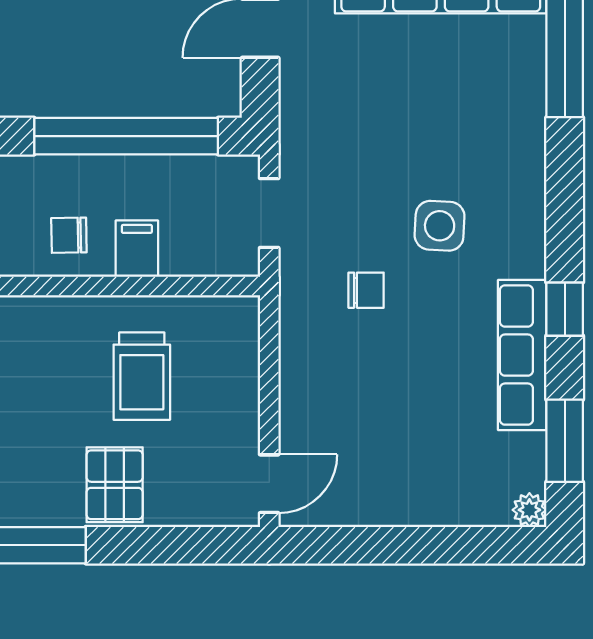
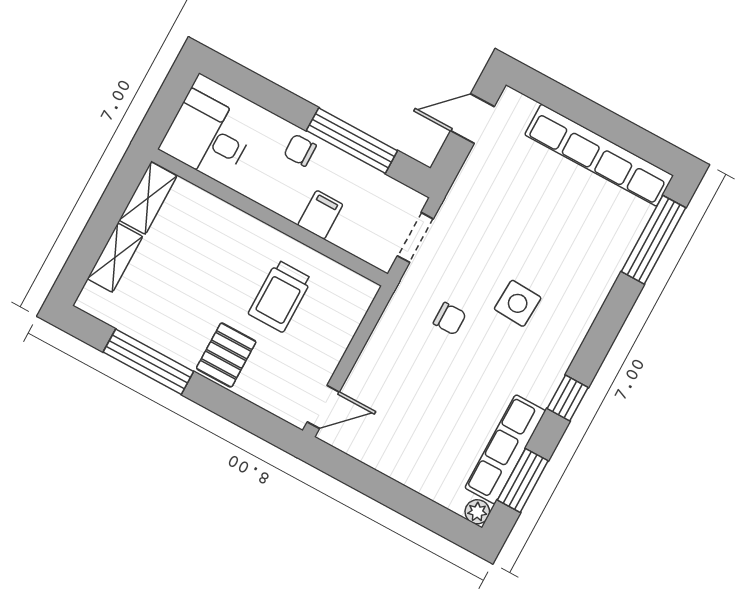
window: (126, 136) -> (352, 141), width x0.68
chair: (69, 235) -> (300, 150), moved
row of seats: (522, 355) -> (505, 449), moved

